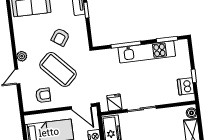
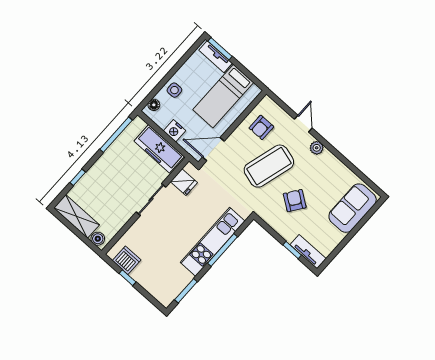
kitchen unit: (147, 52) -> (213, 242), moved
coffee table: (58, 69) -> (269, 166), turned -31

